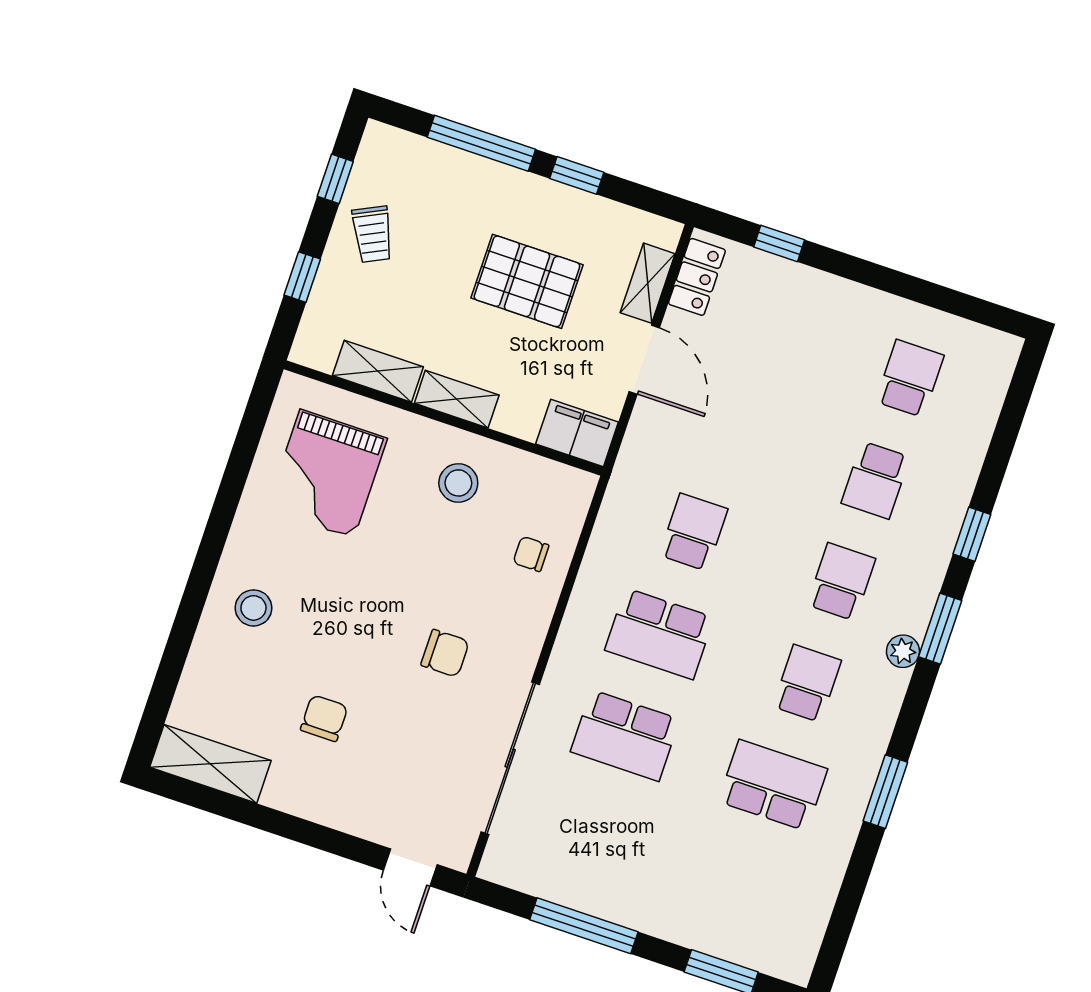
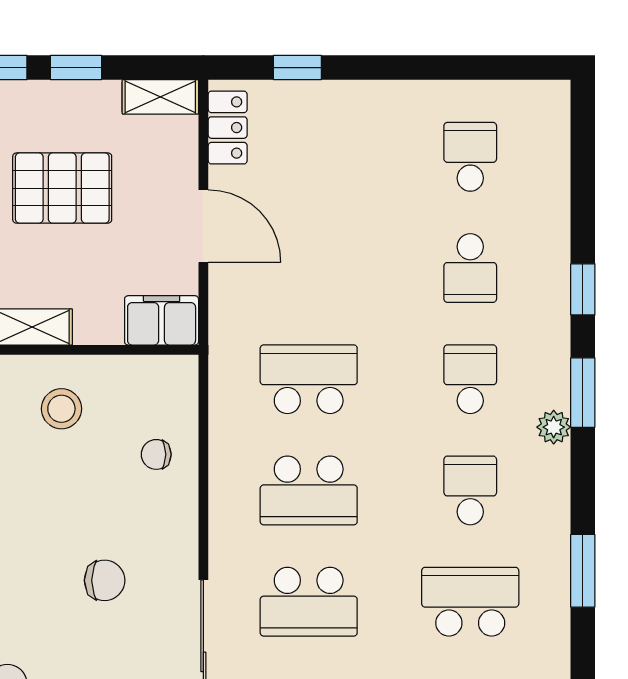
shelving: (648, 283) -> (160, 97), moved, turned 90
school desk: (694, 532) -> (309, 379), width x1.85

